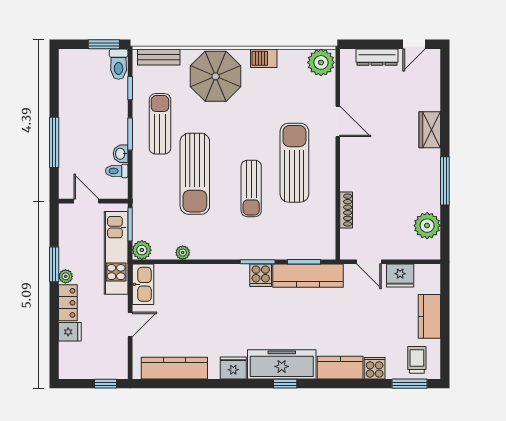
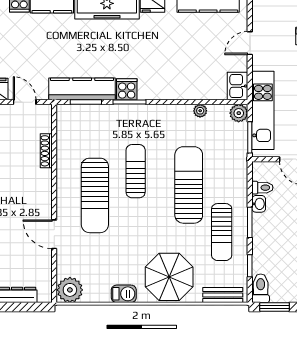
kitchen sink: (143, 284) -> (238, 86), width x0.73

